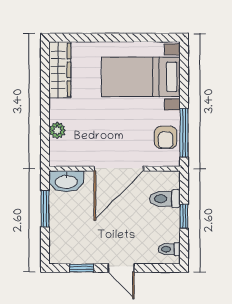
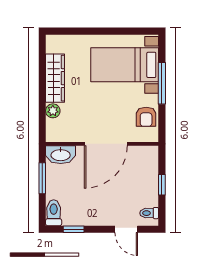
wardrobe: (60, 70) -> (55, 78), moved
window: (184, 133) -> (162, 83), moved
toilet: (165, 199) -> (54, 213), moved, turned 90
door: (121, 268) -> (126, 229), moved

